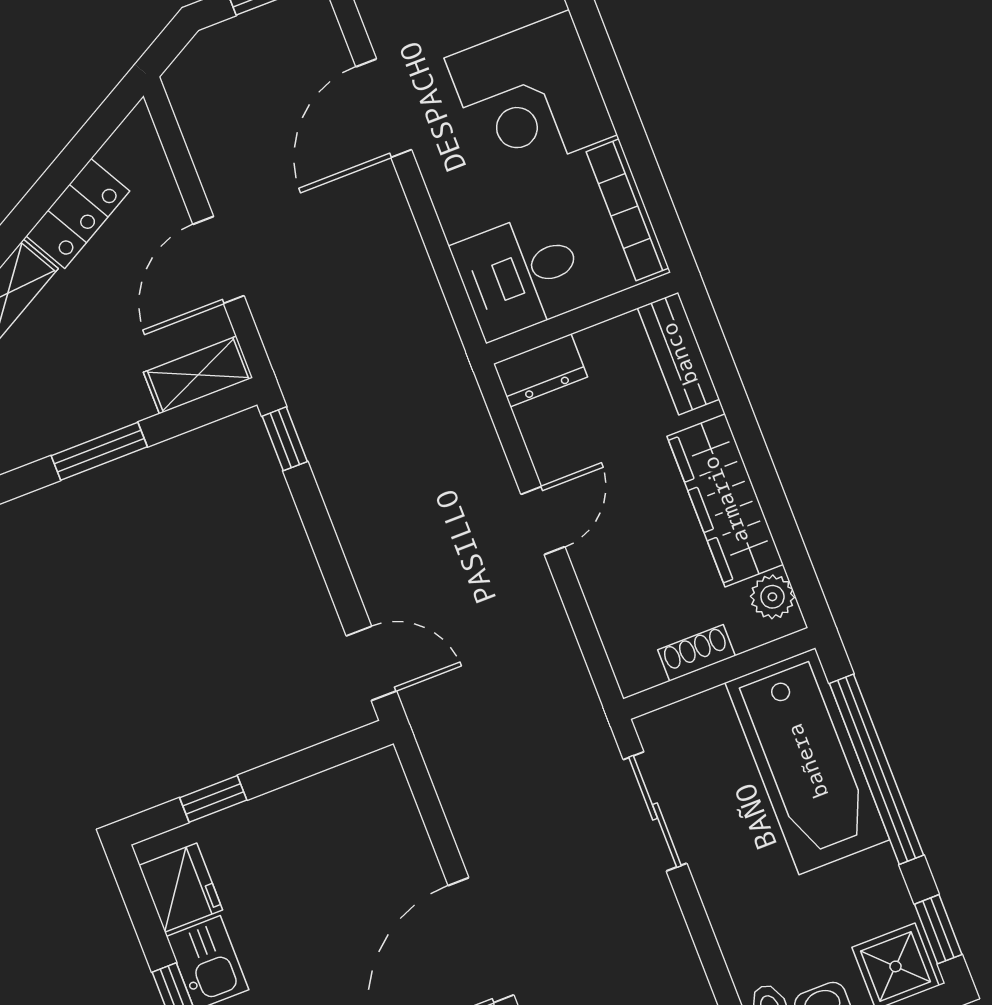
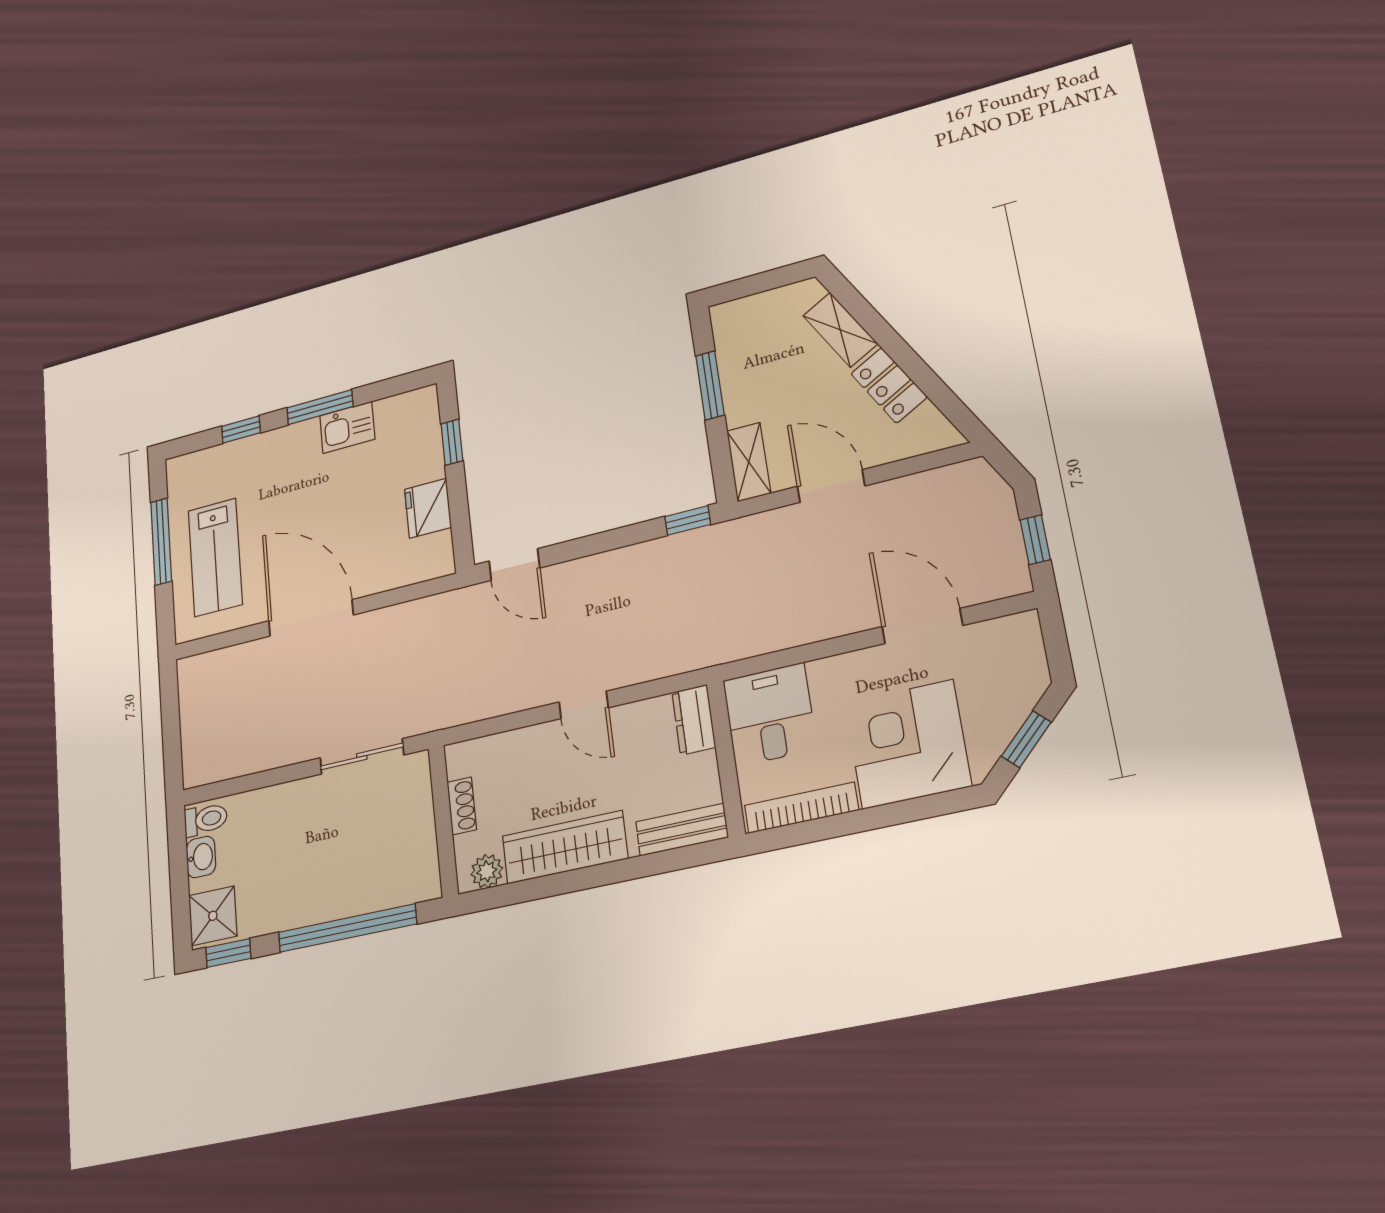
door: (371, 663) -> (514, 564), hinge flipped
bathtub: (807, 761) -> (366, 876), removed
fridge: (181, 888) -> (428, 508), moved, turned 90

